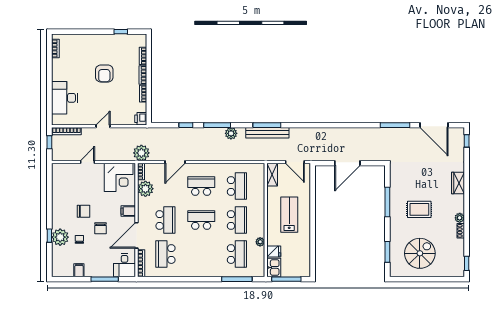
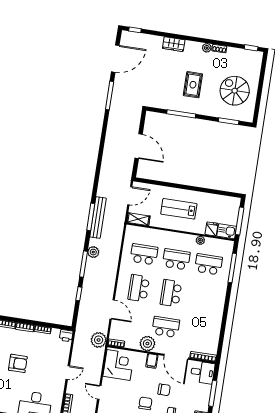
door: (103, 126) -> (68, 373), swing flipped
plant: (145, 189) -> (147, 344), moved
school desk: (165, 254) -> (198, 332), removed

